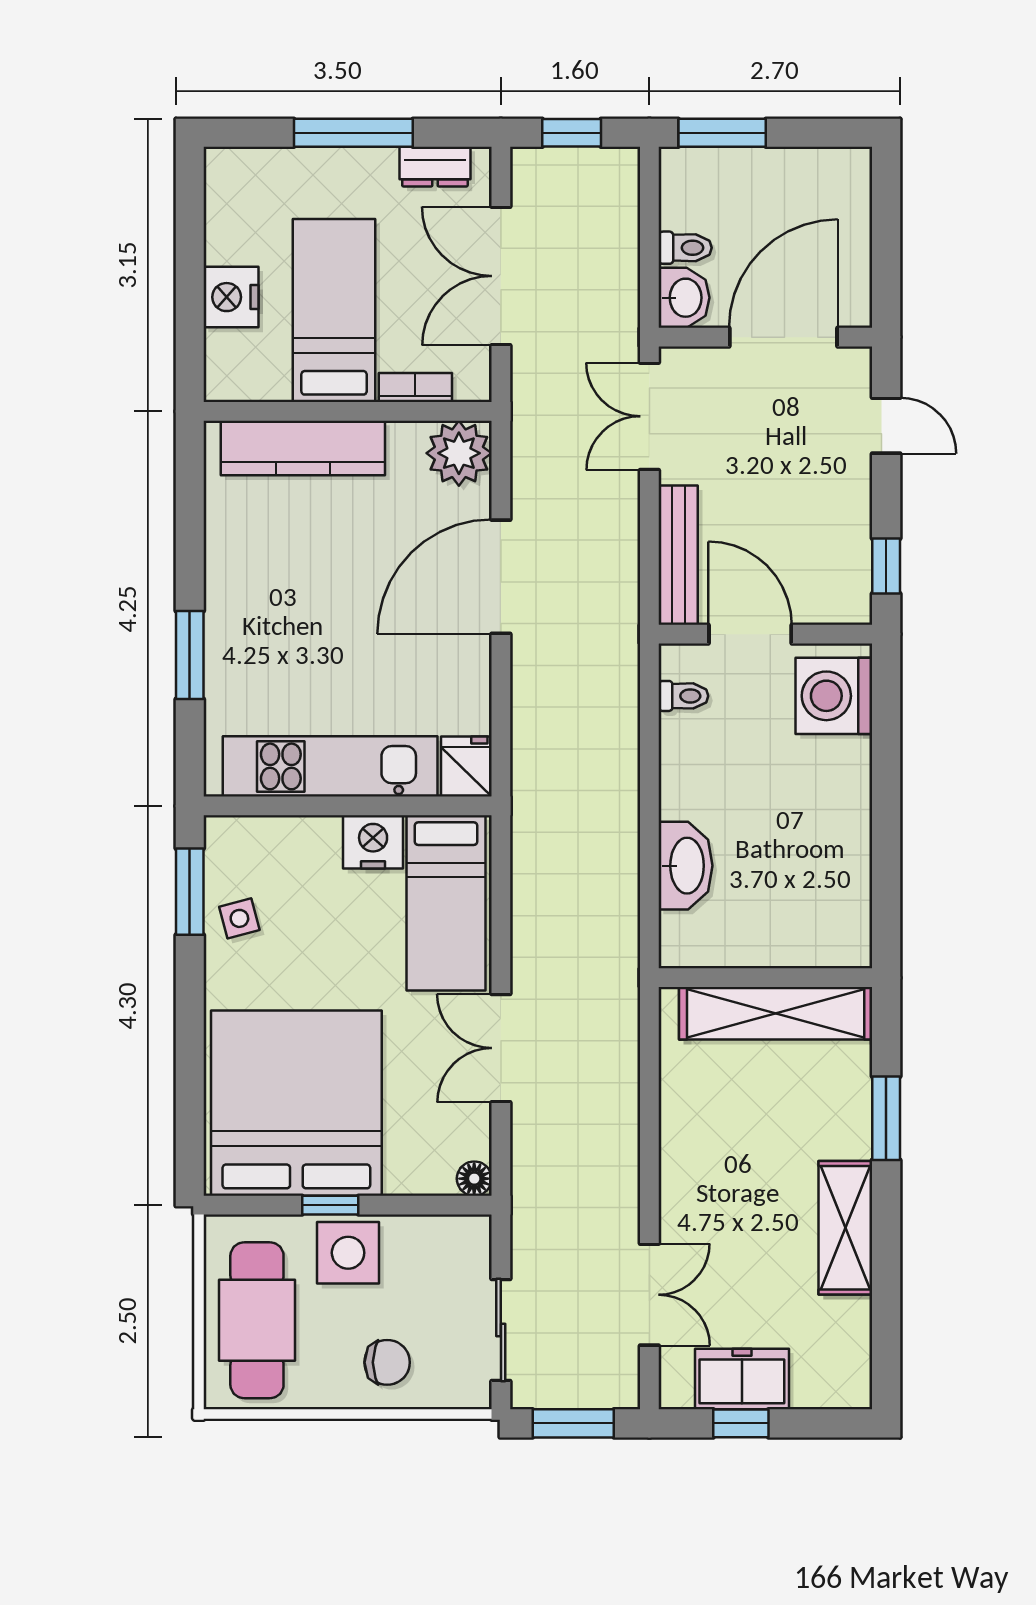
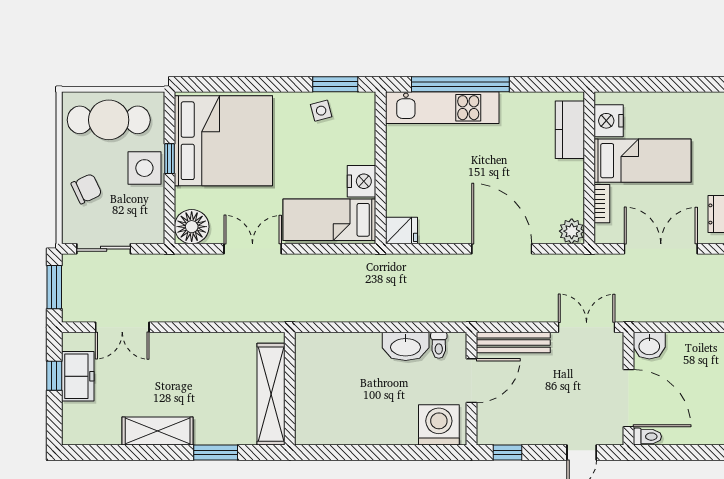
toilet: (685, 248) -> (647, 437), moved, turned -90
nightstand: (231, 297) -> (609, 121), moved, turned -90
kitchen counter: (303, 448) -> (570, 130), width x0.67
plant: (459, 453) -> (572, 231), width x0.73, depth x0.73
window: (190, 655) -> (460, 84), width x2.11
kitchen unit: (330, 766) -> (442, 108), moved, turned 90
washbasin: (685, 866) -> (406, 346), moved
floor lamp: (474, 1179) -> (192, 227), width x1.89, depth x1.89
chair: (387, 1362) -> (86, 189), turned -115

